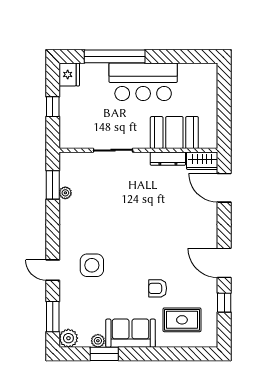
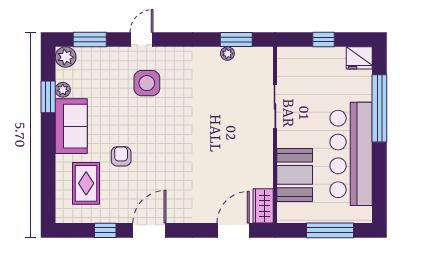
bar counter: (143, 82) -> (351, 154), width x1.36
window: (224, 101) -> (330, 230), added
dresser: (168, 159) -> (266, 168), removed

